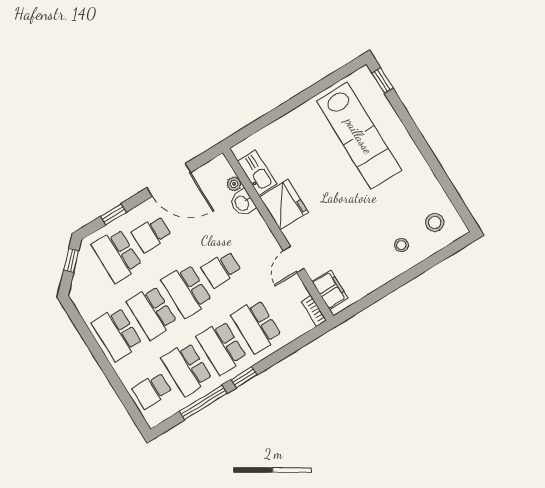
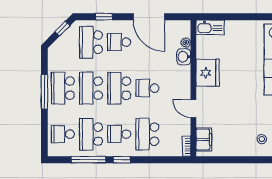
kitchen sink: (257, 172) -> (210, 27), moved, turned 90
door: (294, 260) -> (193, 109), hinge flipped
school desk: (222, 348) -> (119, 134), width x0.54
window: (97, 352) -> (44, 92), added

